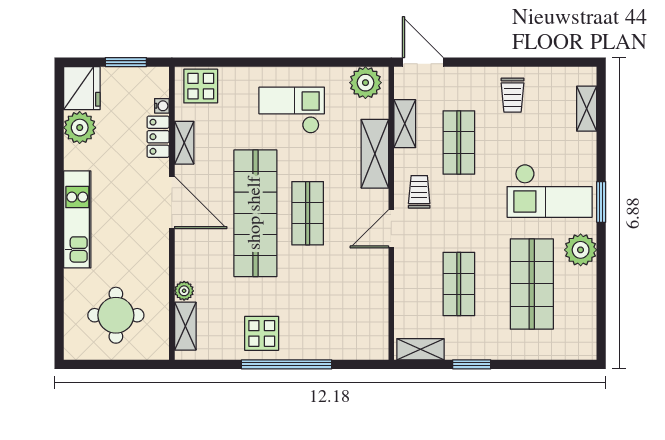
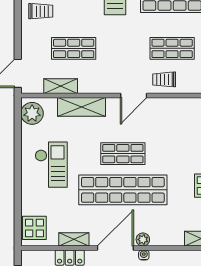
water cooler: (162, 106) -> (144, 255), moved
checkout: (292, 110) -> (51, 165), turned 180
trolley: (419, 192) -> (164, 79), moved
door: (391, 229) -> (134, 95), hinge flipped
plant: (184, 291) -> (143, 239), moved

